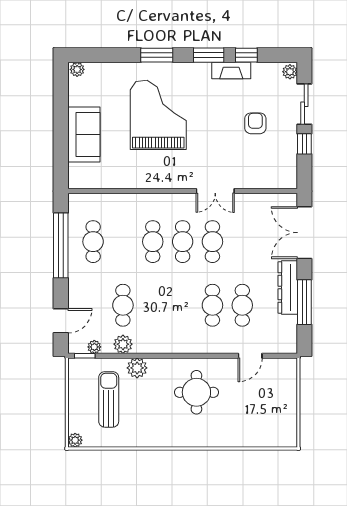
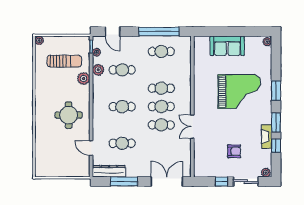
dresser: (288, 288) -> (109, 171), moved
cafe table: (212, 305) -> (122, 107), moved

